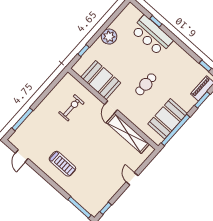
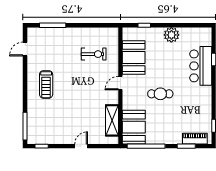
booth: (167, 119) -> (134, 127), moved, turned 90
shelving: (128, 133) -> (112, 120), width x0.68

